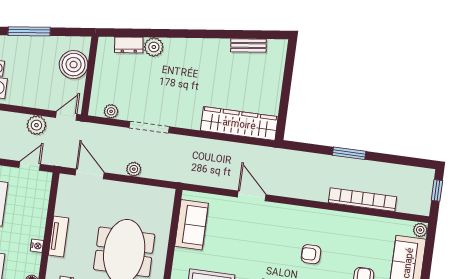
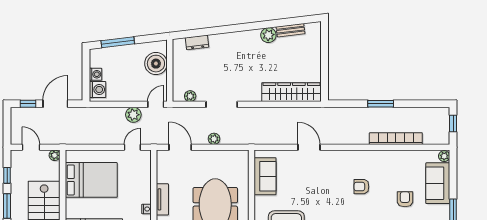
plant: (154, 47) -> (268, 35), moved

